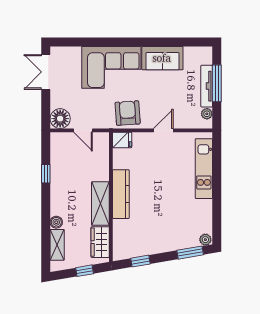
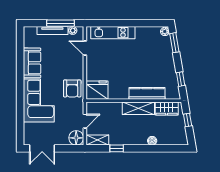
window: (217, 83) -> (60, 23), moved
armchair: (128, 113) -> (72, 88), turned -86
door: (163, 130) -> (85, 48), moved
fridge: (122, 140) -> (97, 90), width x1.88, depth x1.34
kitchen counter: (121, 194) -> (147, 93), moved
shelving: (57, 245) -> (97, 140), moved

